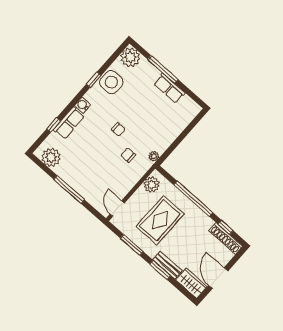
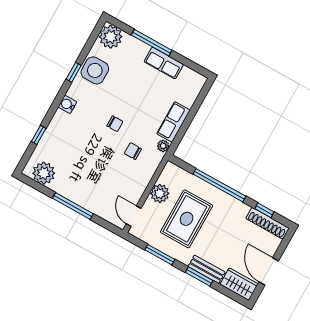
row of seats: (69, 123) -> (173, 122), moved, turned 180
plant: (152, 185) -> (160, 193), moved

